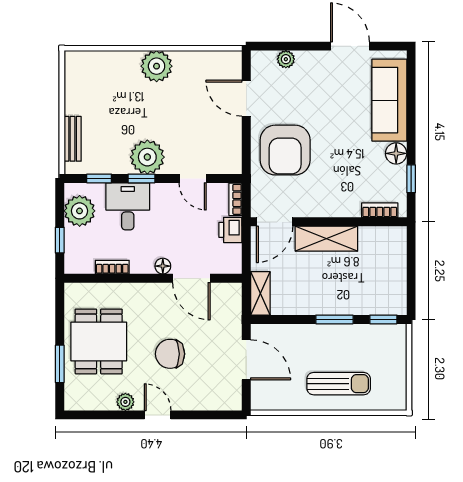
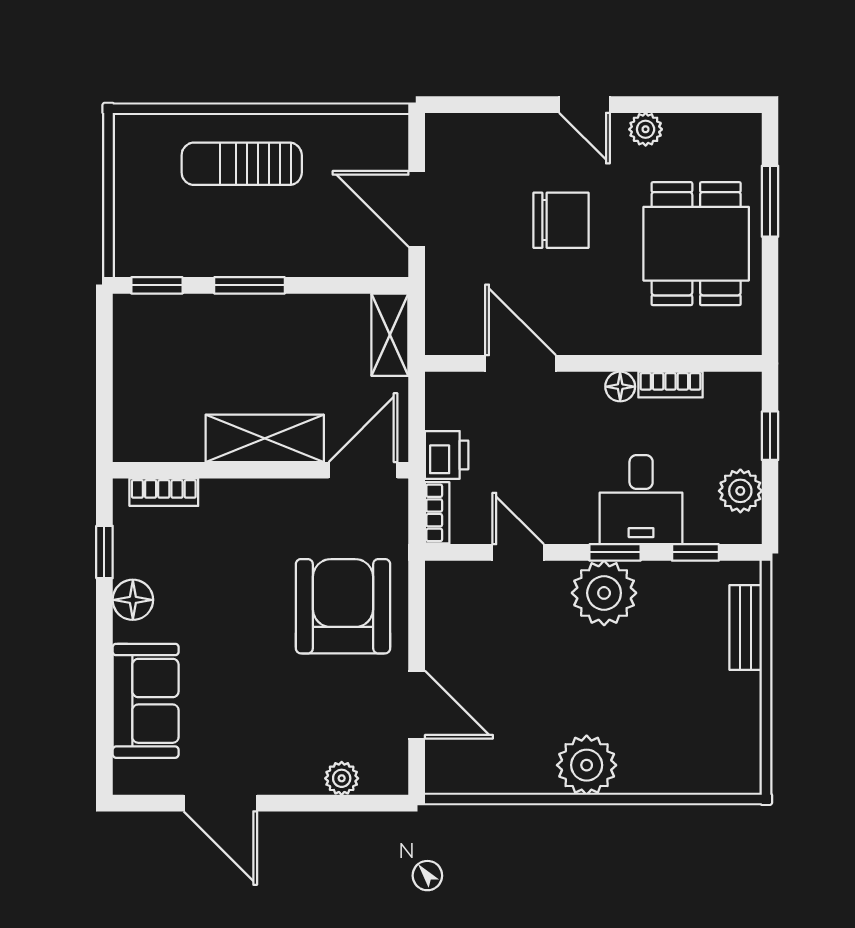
sofa: (389, 100) -> (146, 701), width x0.73
plant: (80, 211) -> (740, 491), width x0.73, depth x0.73
floor lamp: (163, 266) -> (620, 387), moved

